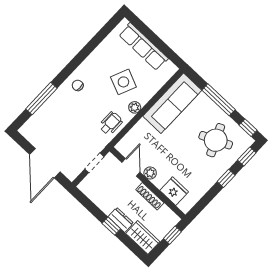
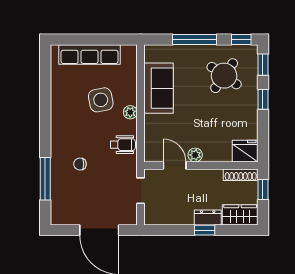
side table: (123, 82) -> (101, 100), turned -34
chair: (78, 85) -> (80, 164), moved
sofa: (172, 103) -> (158, 88), width x0.73
wheelchair: (111, 123) -> (123, 145), turned 90
round table: (216, 140) -> (224, 76), turned -31
fridge: (174, 191) -> (245, 151), moved
shoe rack: (150, 196) -> (241, 175), moved

